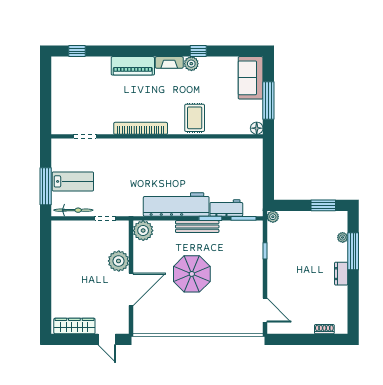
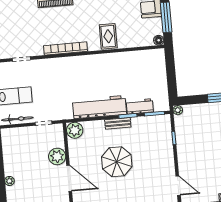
bench: (197, 227) -> (118, 123), width x0.73
plant: (57, 286) -> (9, 181), added
door: (131, 289) -> (69, 178), hinge flipped

